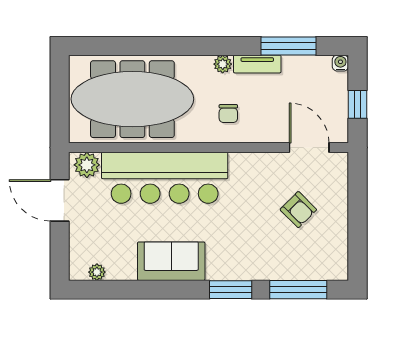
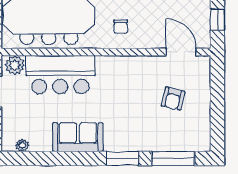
bar counter: (165, 178) -> (60, 75), width x0.73
armchair: (298, 210) -> (173, 99), turned 58

